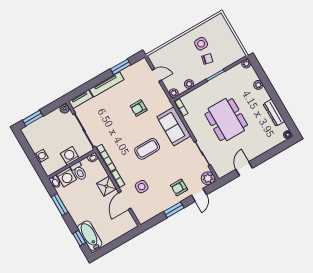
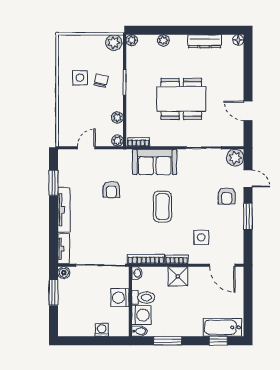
plant: (238, 53) -> (114, 43), added
window: (33, 118) -> (53, 292), moved
door: (125, 200) -> (222, 265), moved

